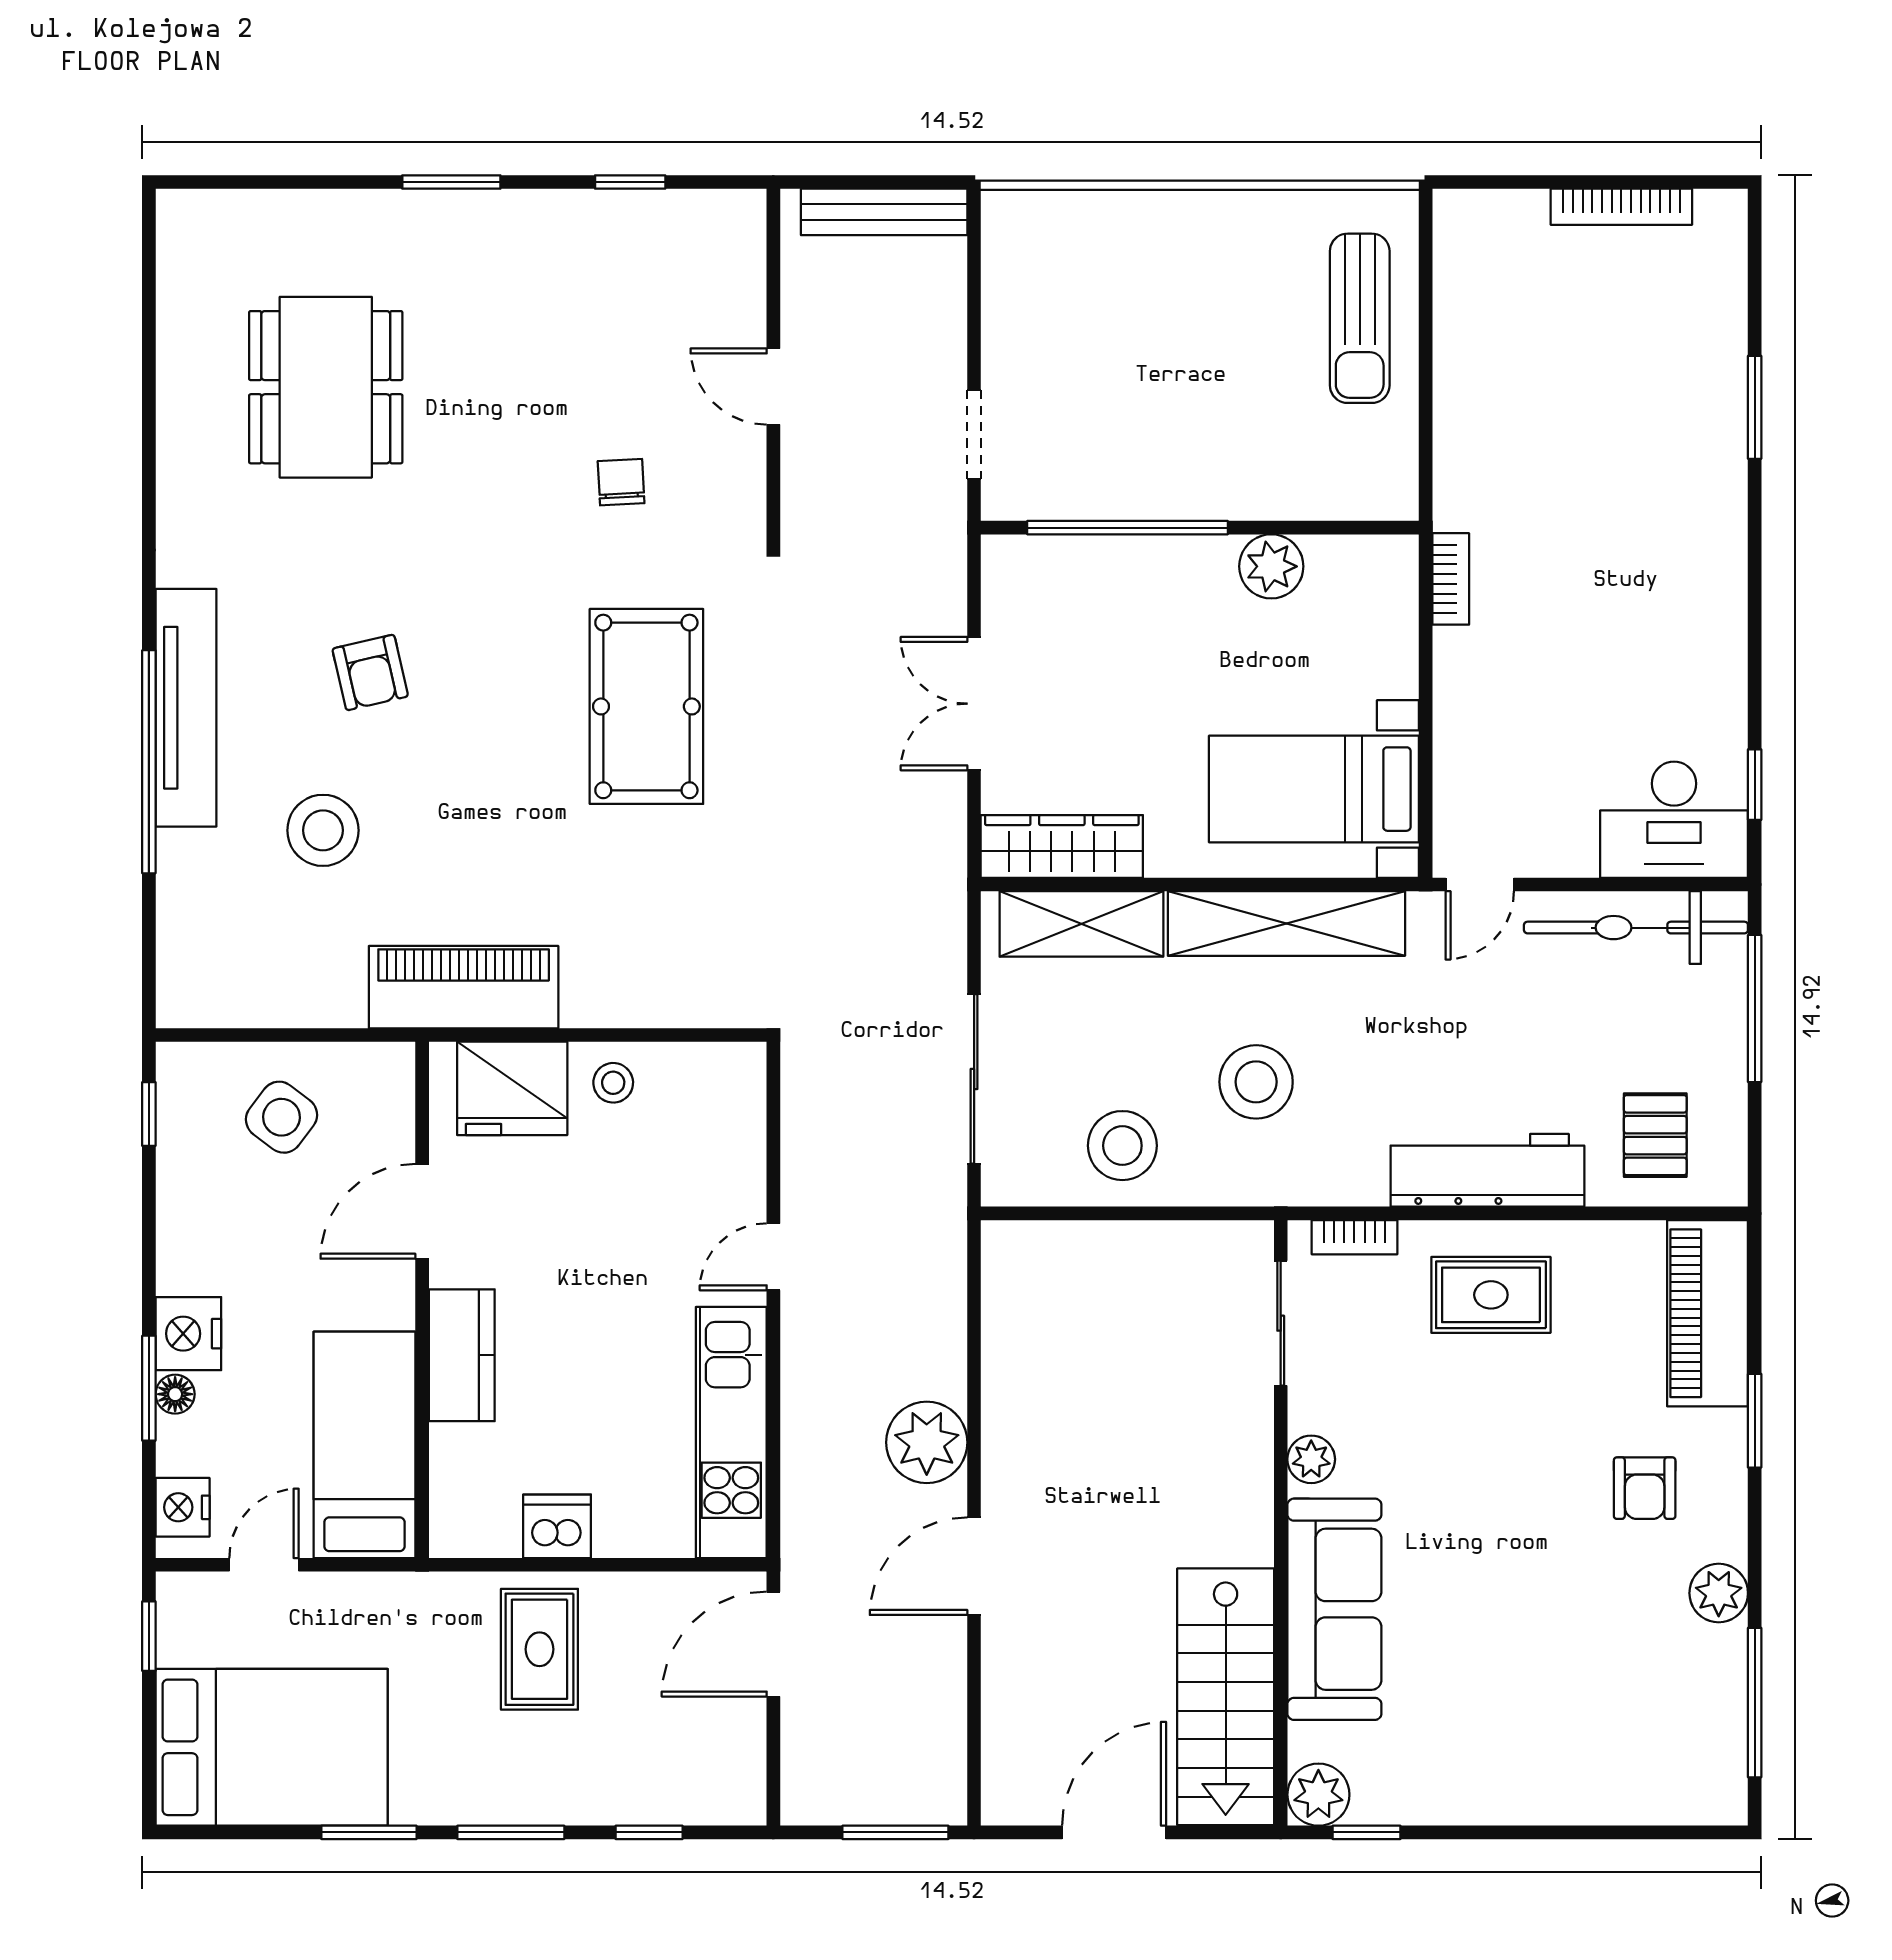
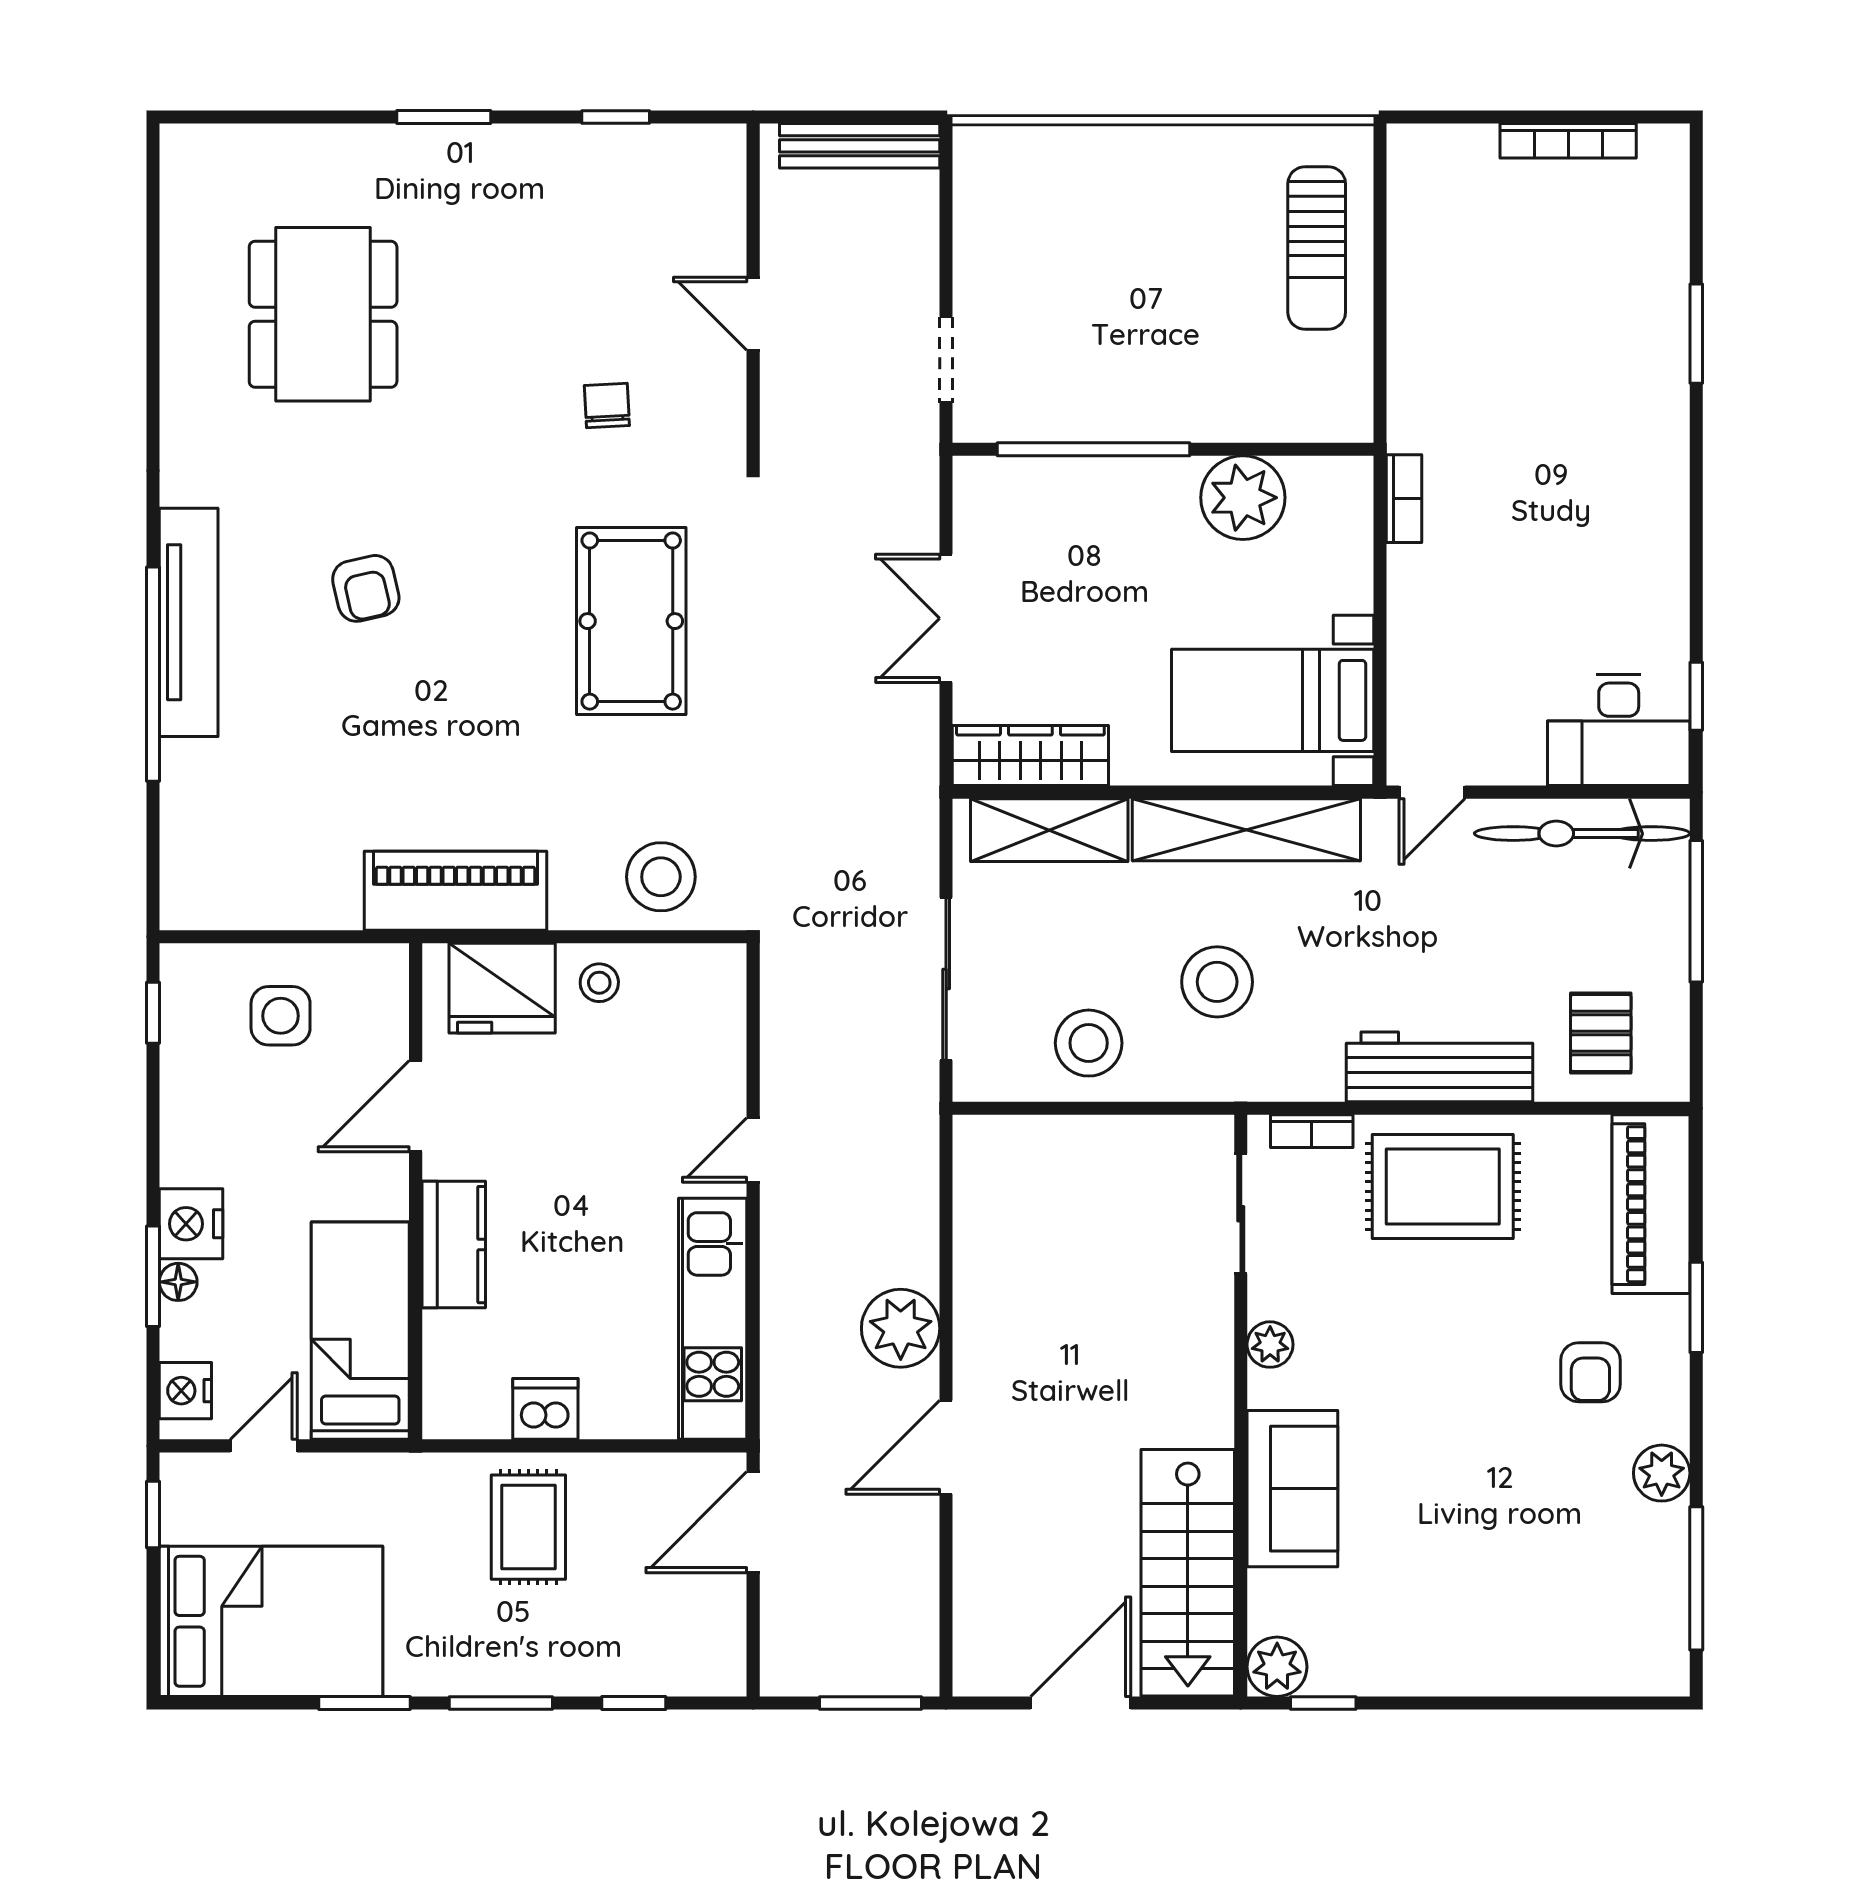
plant: (1271, 566) -> (1243, 498), width x1.36, depth x1.36
stool: (323, 830) -> (661, 877), moved
side table: (282, 1117) -> (281, 1016), turned -37
rug: (1491, 1295) -> (1443, 1187), width x1.36, depth x1.43
sofa: (1334, 1609) -> (1292, 1489), width x0.73

